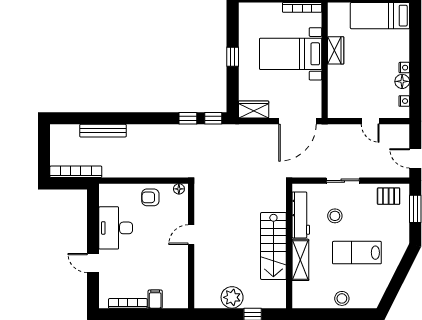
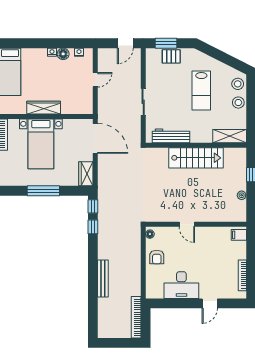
wardrobe: (336, 50) -> (44, 108), width x1.50
window: (233, 57) -> (43, 191), width x2.17
bench: (103, 131) -> (103, 279), moved
pallet: (389, 196) -> (171, 56), moved, turned 90
stool: (335, 216) -> (238, 84), moved
shelving: (300, 260) -> (230, 136), moved
plant: (232, 297) -> (242, 195), width x0.53, depth x0.53
filing cabinet: (155, 299) -> (239, 235), moved

